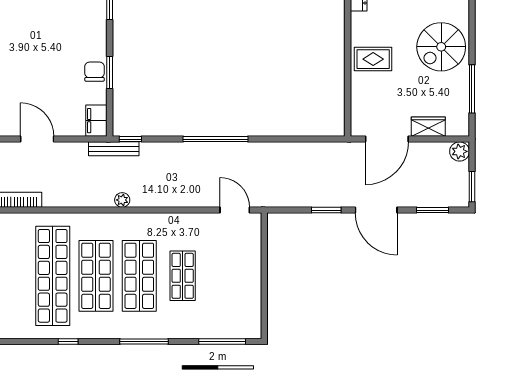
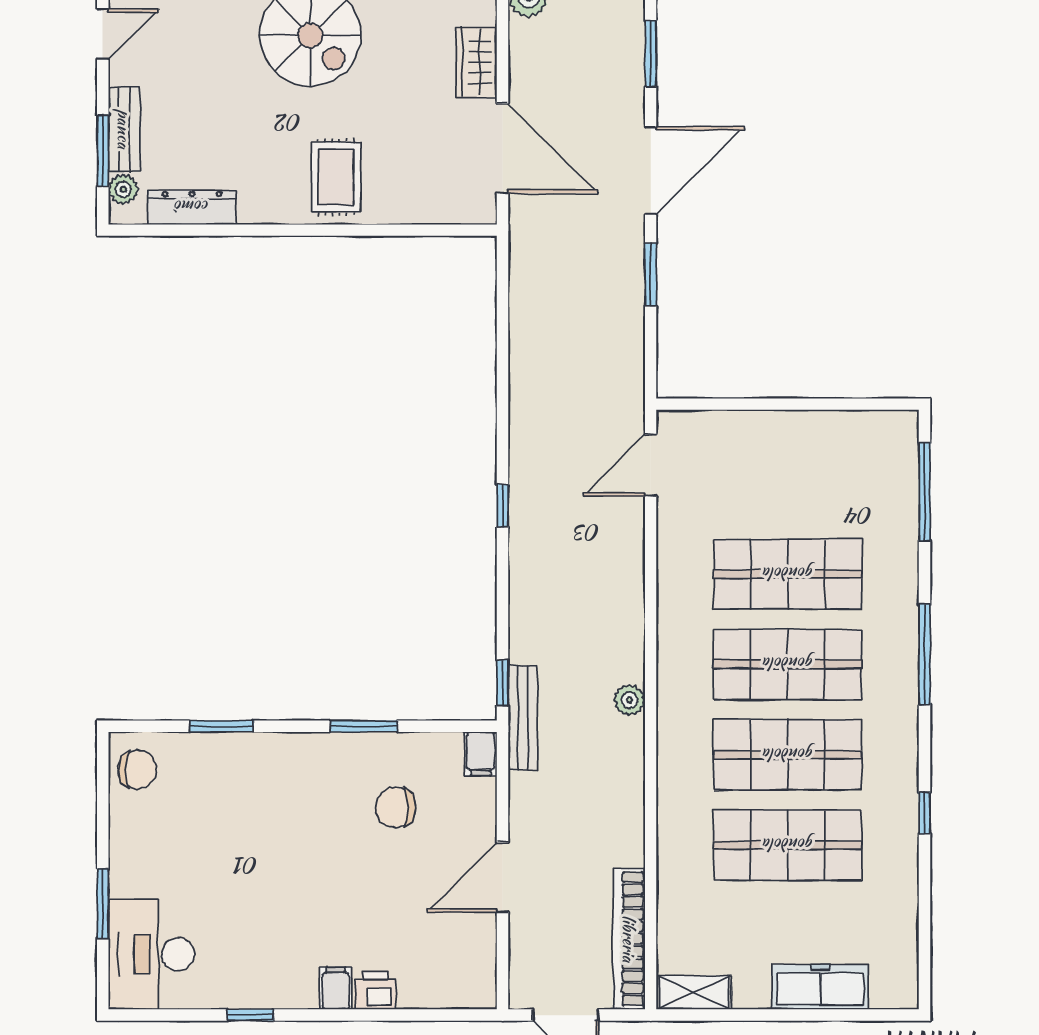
chair: (95, 72) -> (396, 807), moved
filing cabinet: (96, 121) -> (481, 754), width x0.50
window: (216, 139) -> (503, 506), width x0.32
shop shelf: (53, 276) -> (788, 845), width x0.71
shop shelf: (183, 276) -> (788, 574), width x1.43, depth x1.36

